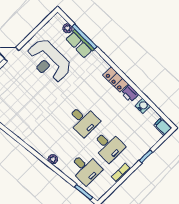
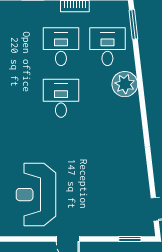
reception desk: (49, 61) -> (36, 195), turned 180
plant: (53, 159) -> (125, 84), width x1.88, depth x1.88

